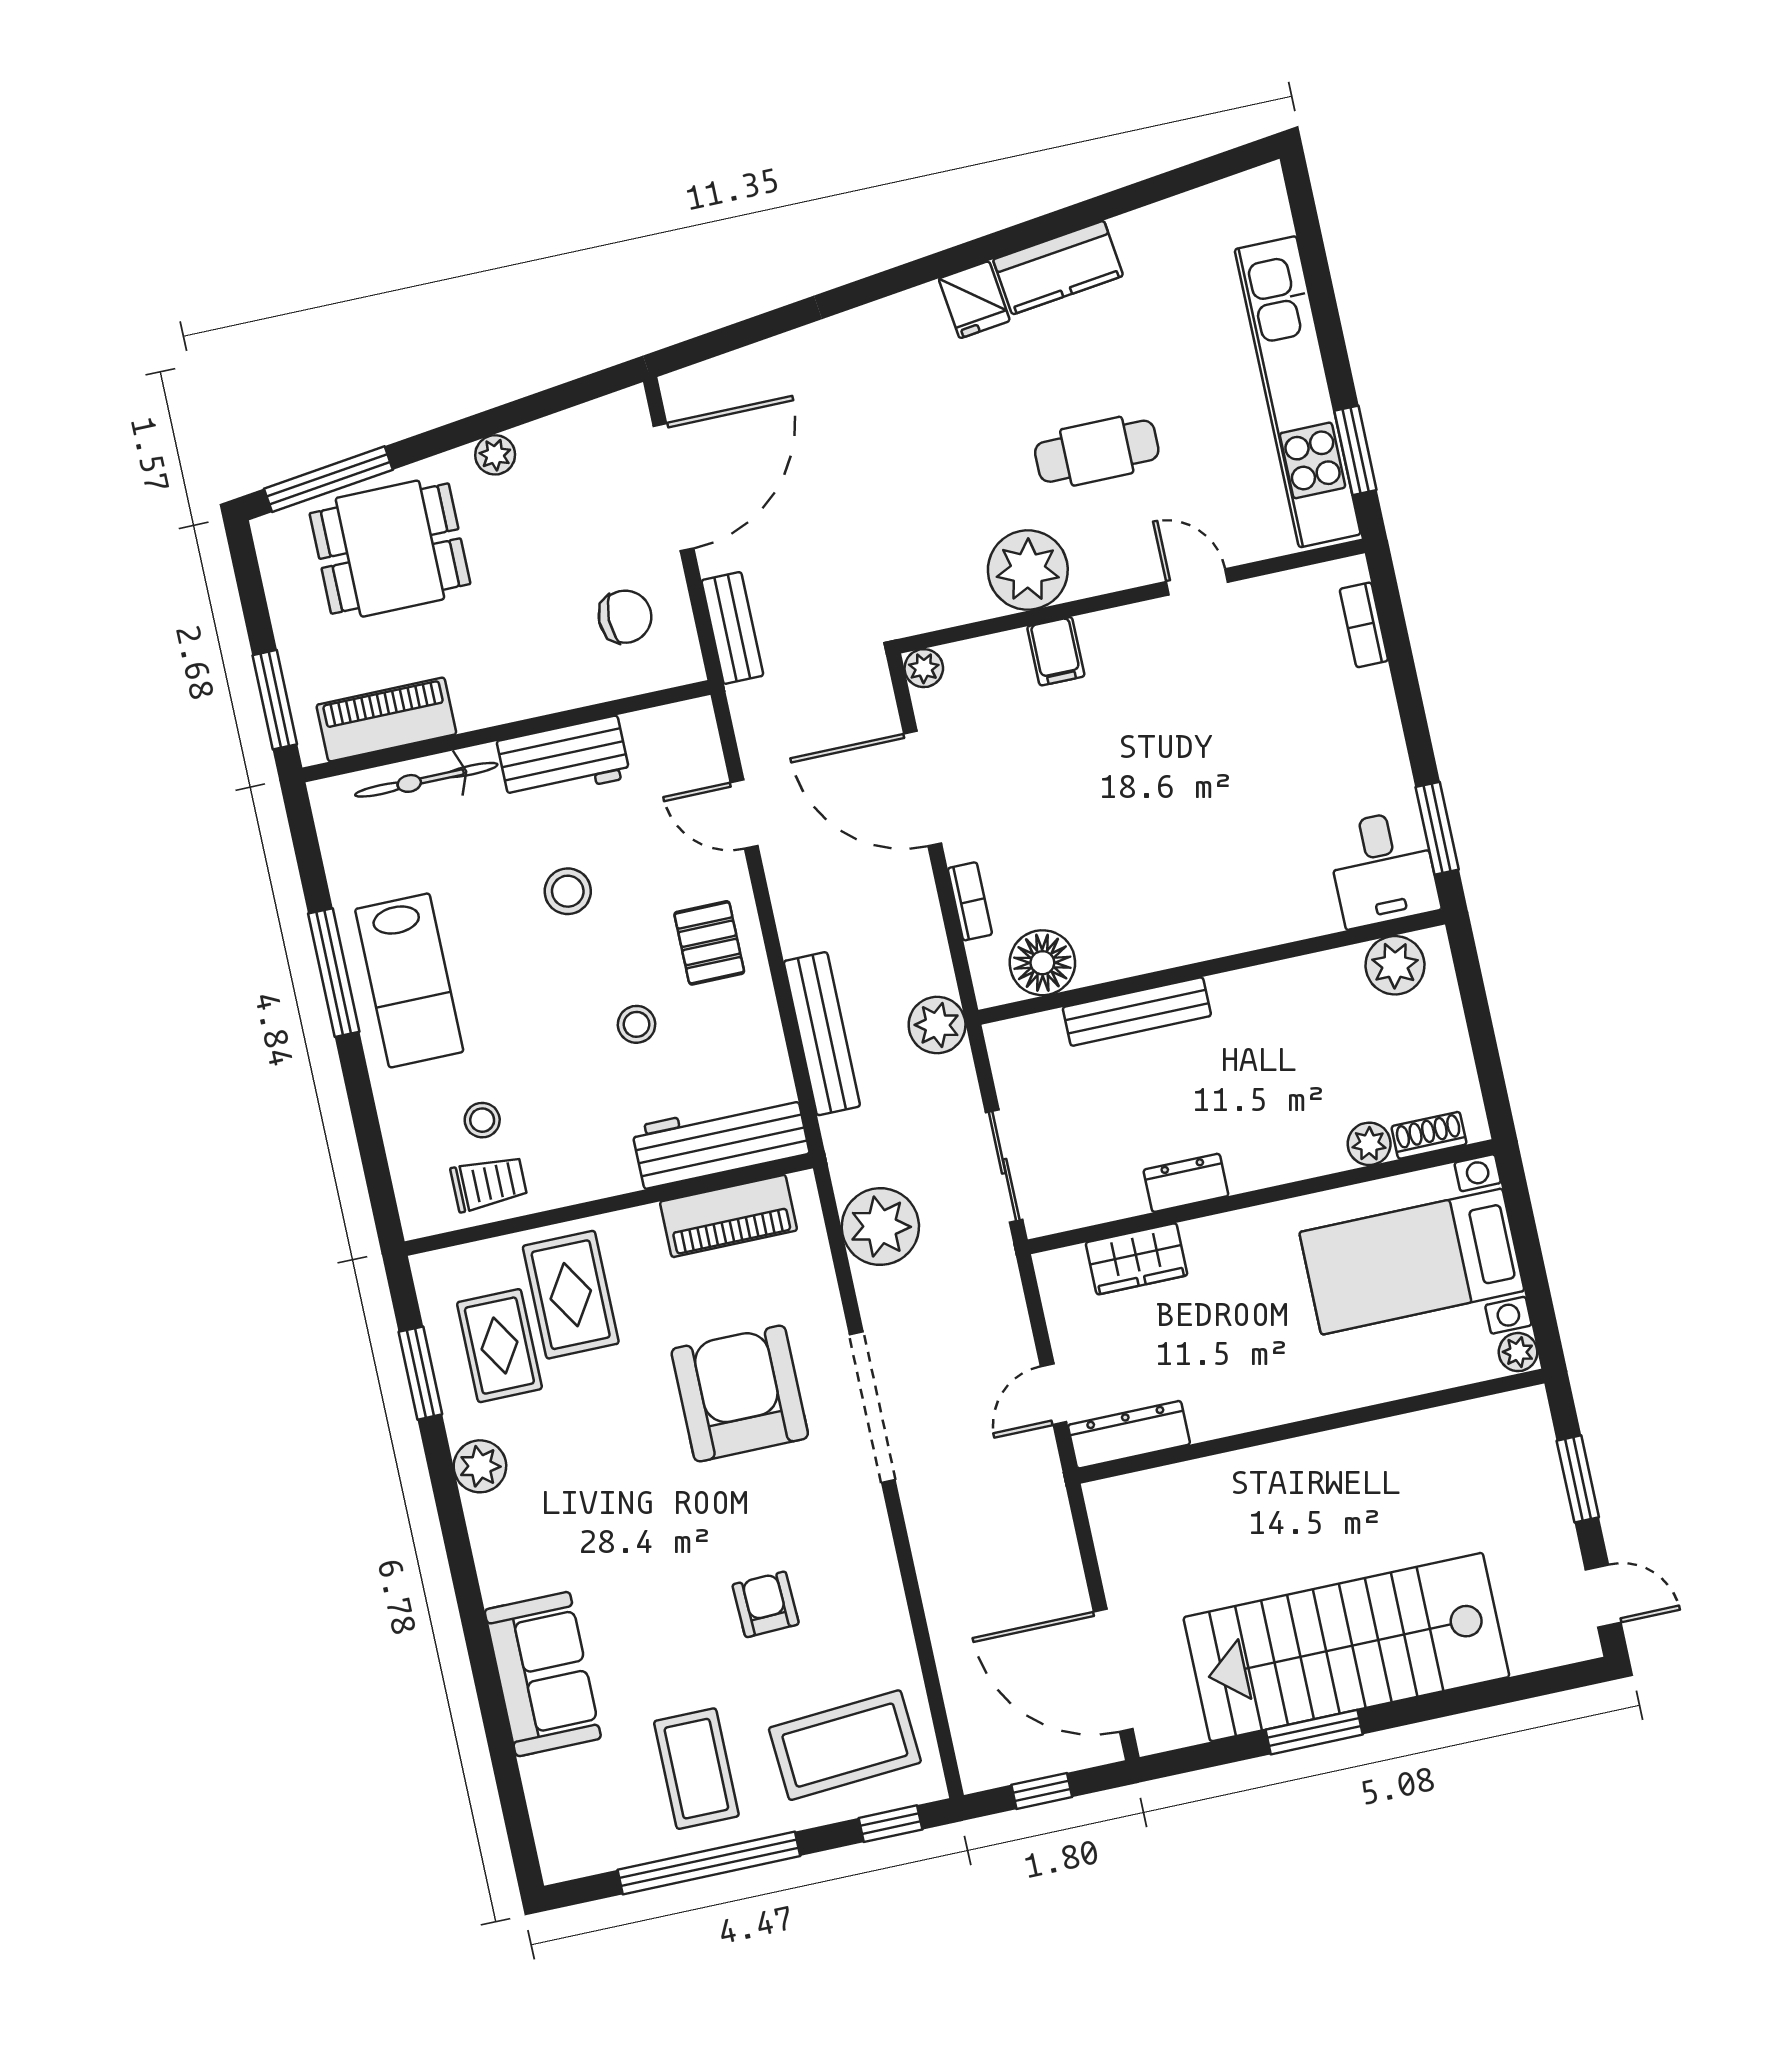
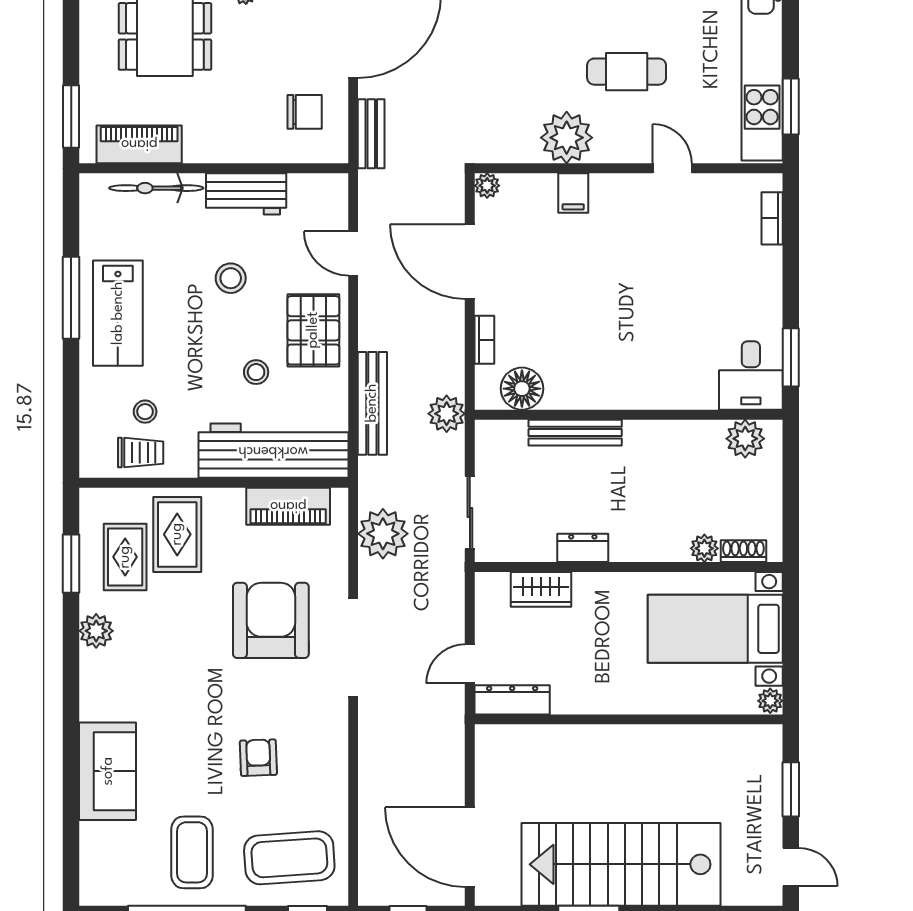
pallet: (709, 943) -> (313, 330), width x1.50, depth x1.42
workbench: (721, 1140) -> (273, 451), width x1.36, depth x1.32

